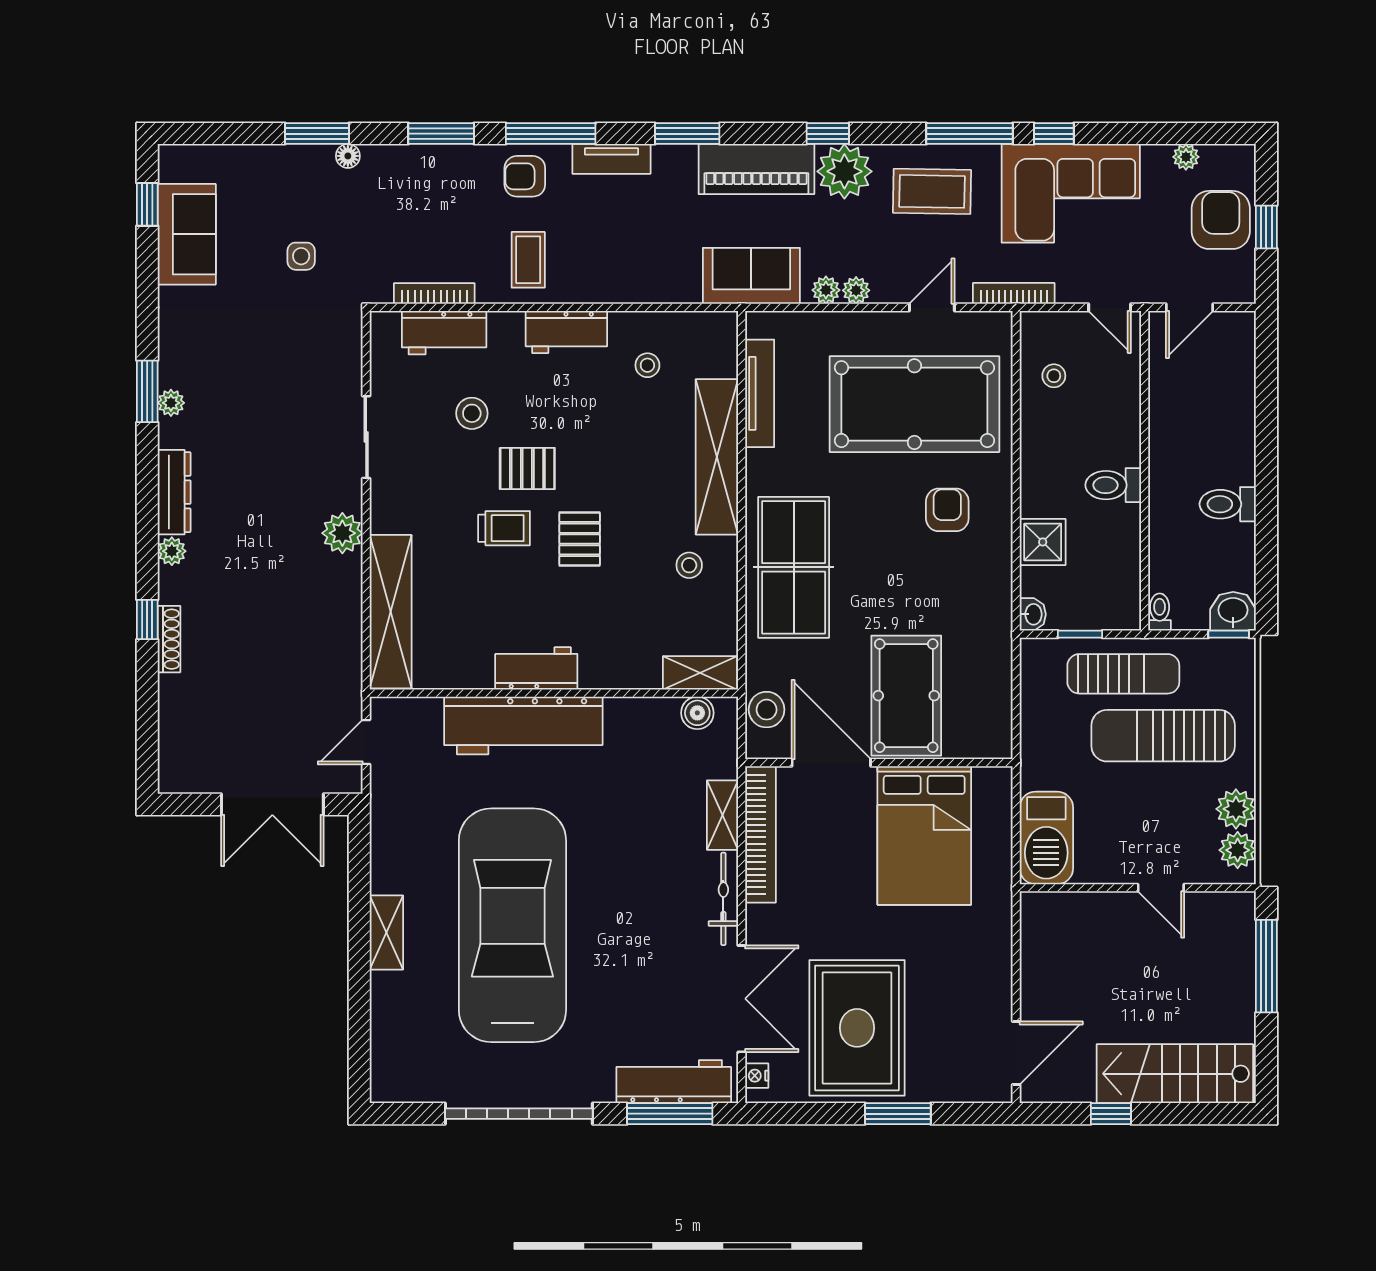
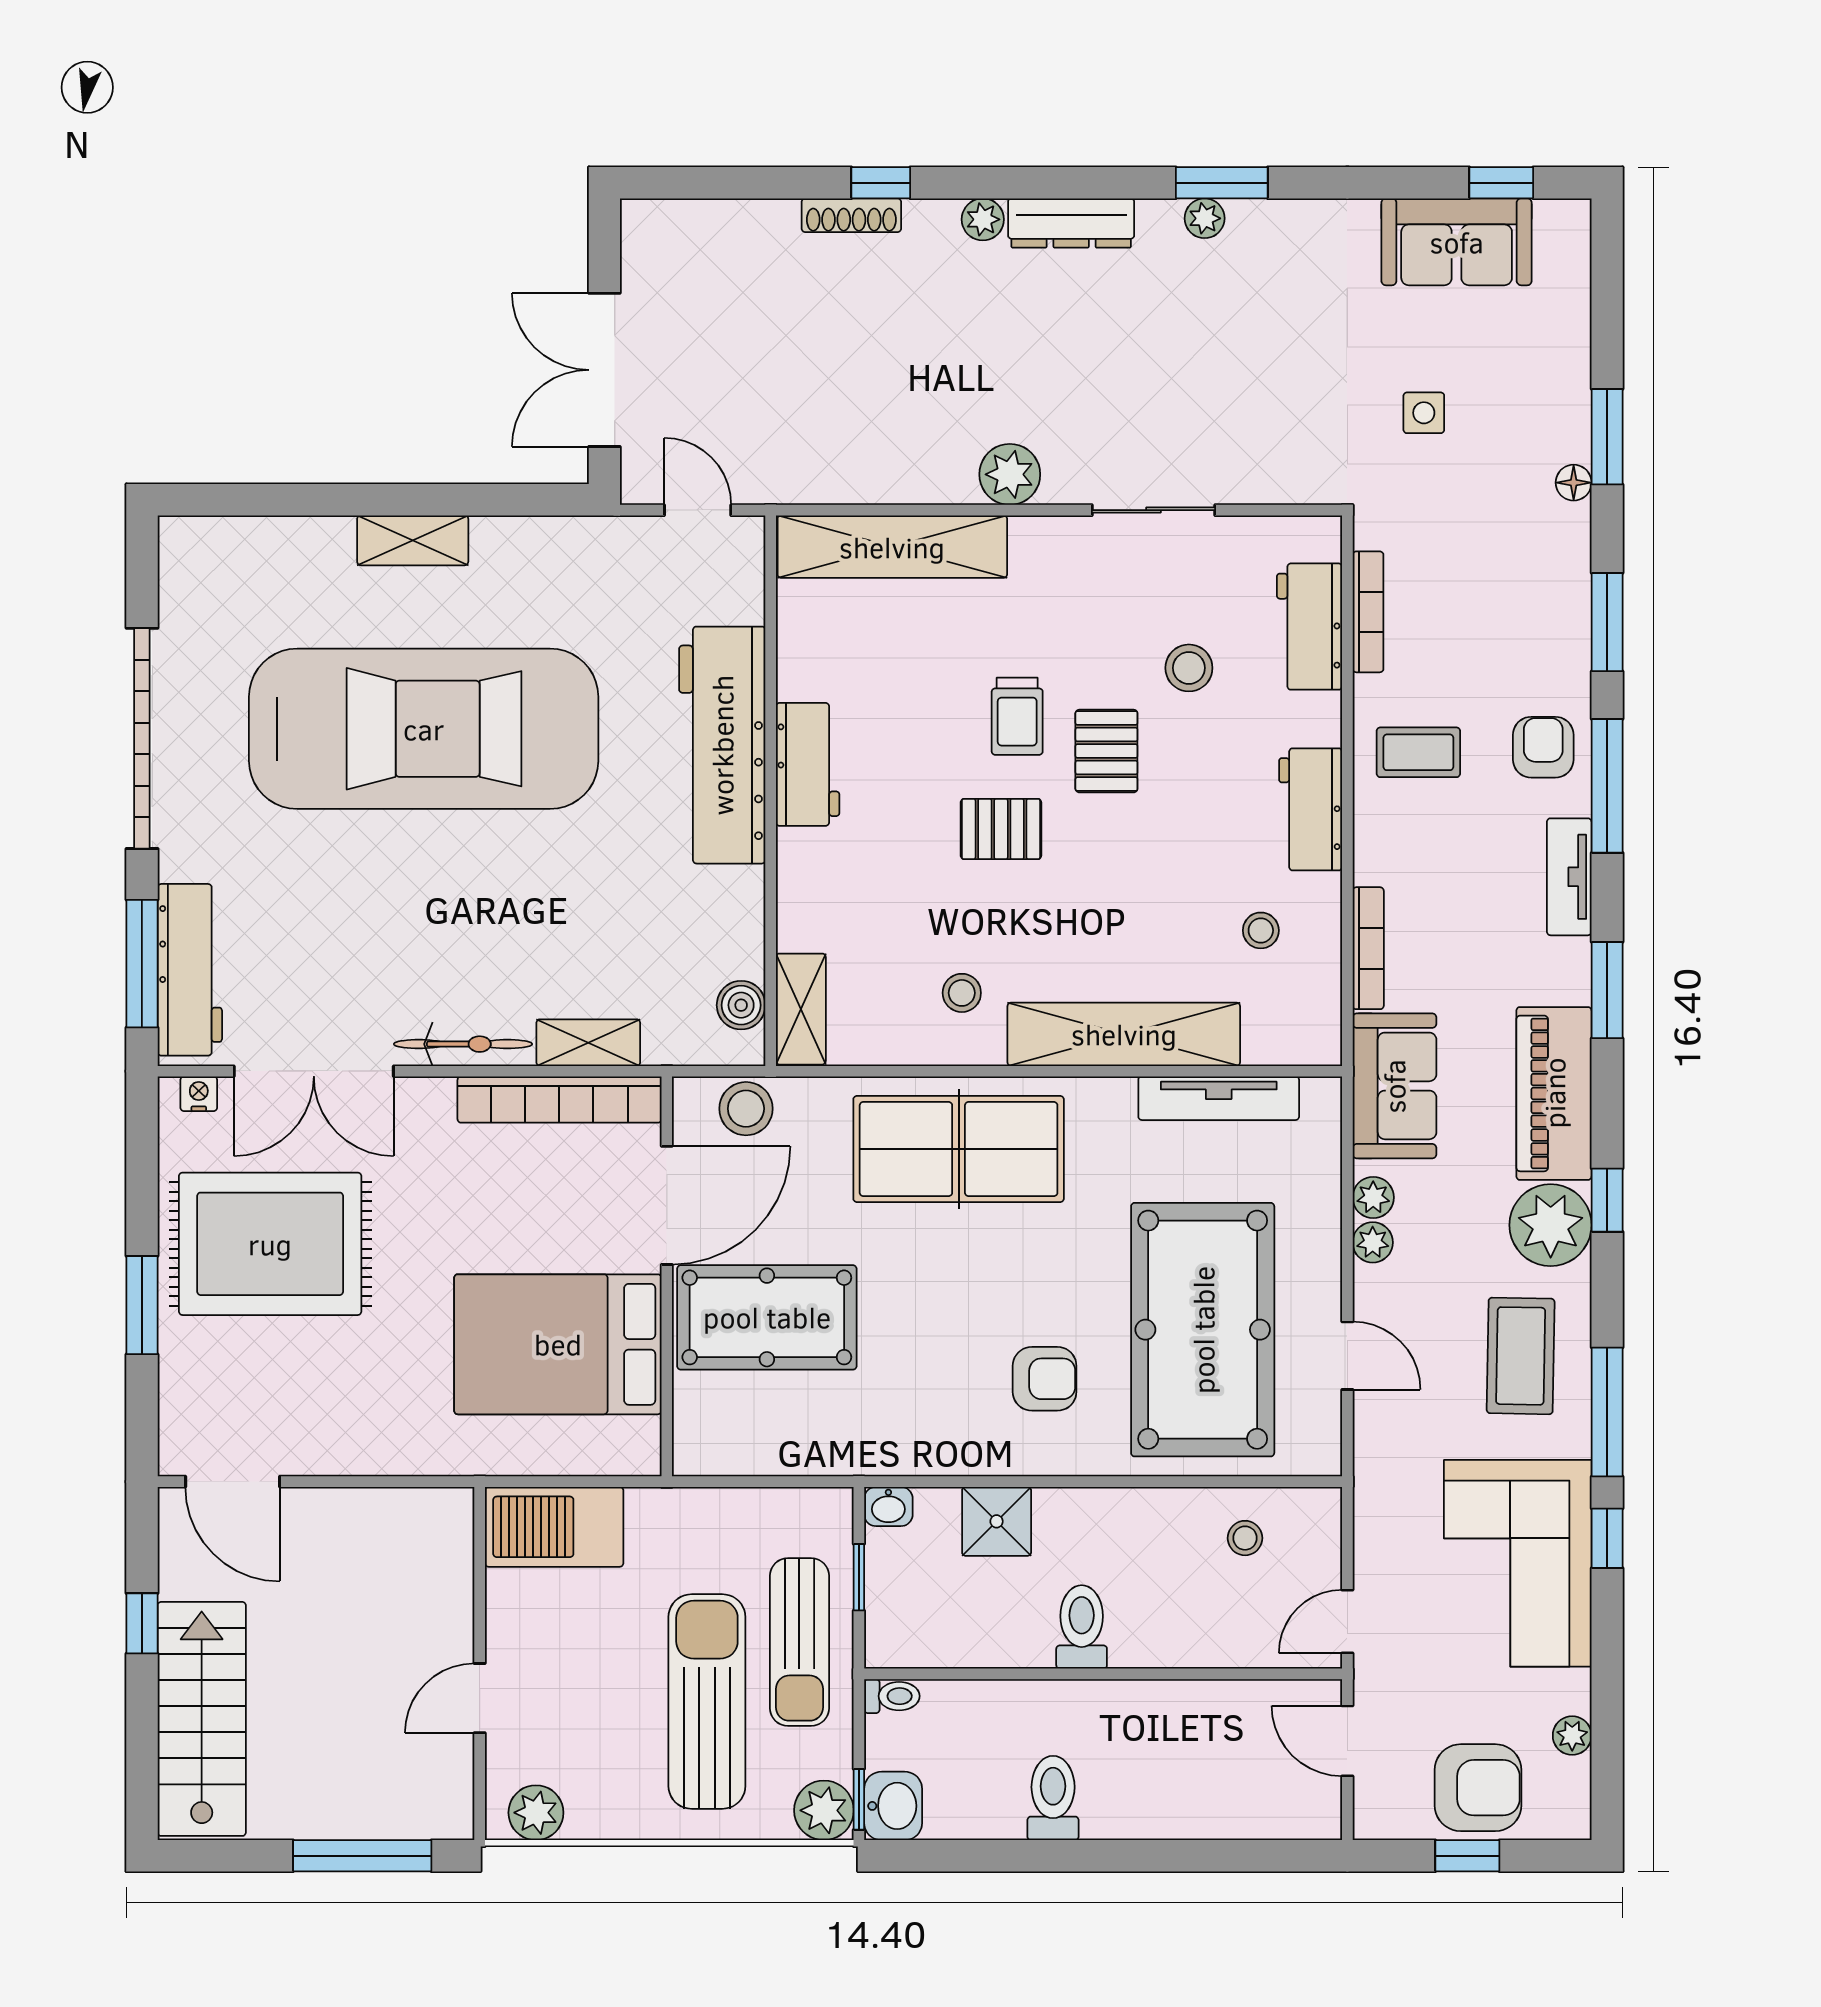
bookcase: (1014, 293) -> (1368, 948), moved
plant: (1236, 809) -> (824, 1810), moved

